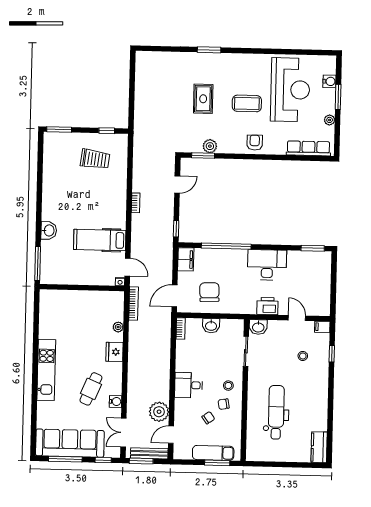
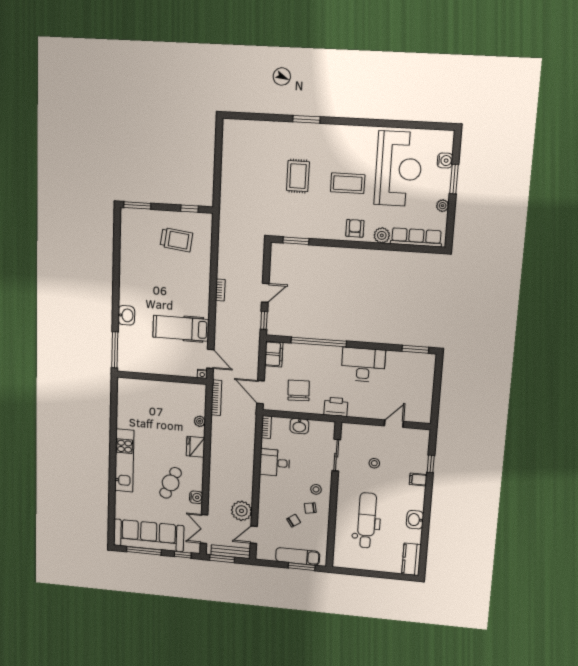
plant: (210, 146) -> (382, 235), moved
door: (177, 184) -> (265, 293), moved
door: (174, 296) -> (261, 392), hinge flipped
printer: (267, 306) -> (336, 407), moved
door: (297, 318) -> (394, 424), hinge flipped
washbasin: (258, 327) -> (415, 520), moved, turned 90
filing cabinet: (322, 327) -> (418, 480), moved
stool: (303, 356) -> (374, 463), moved
desk: (189, 385) -> (275, 463), moved

